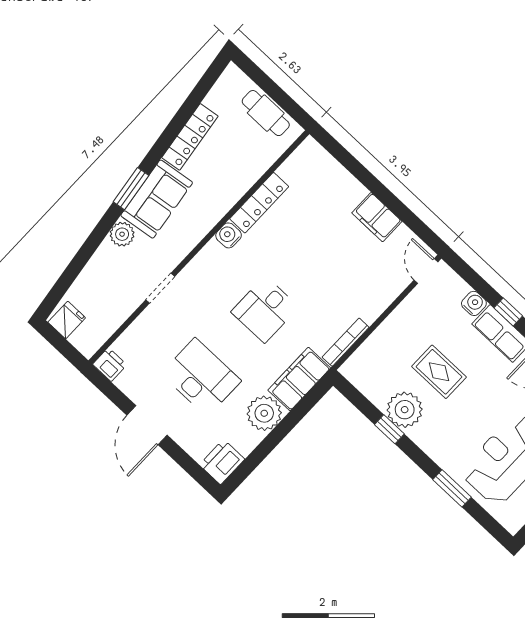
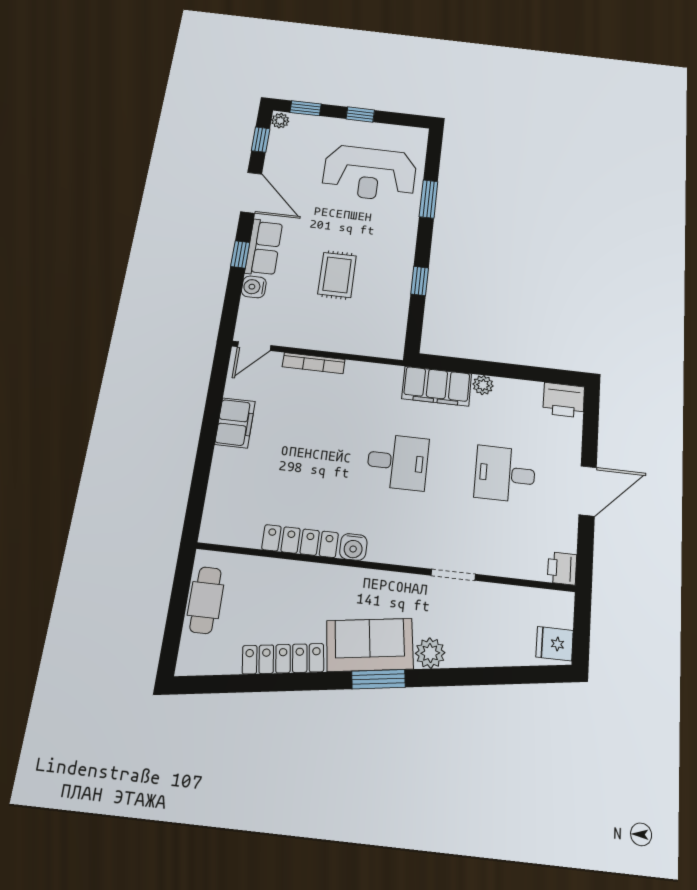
bookcase: (346, 342) -> (314, 363), moved
desk: (201, 377) -> (505, 474), width x0.73
plant: (405, 410) -> (393, 280), removed
plant: (264, 413) -> (483, 385), width x0.53, depth x0.53

